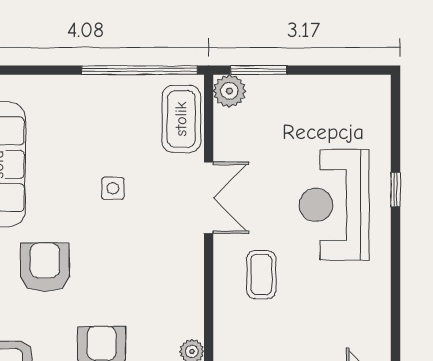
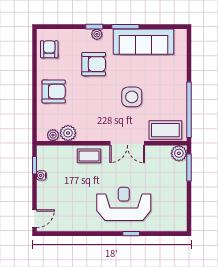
side table: (113, 188) -> (132, 97), width x1.87, depth x1.87
coffee table: (261, 275) -> (89, 156), moved
plant: (188, 320) -> (68, 133), added

